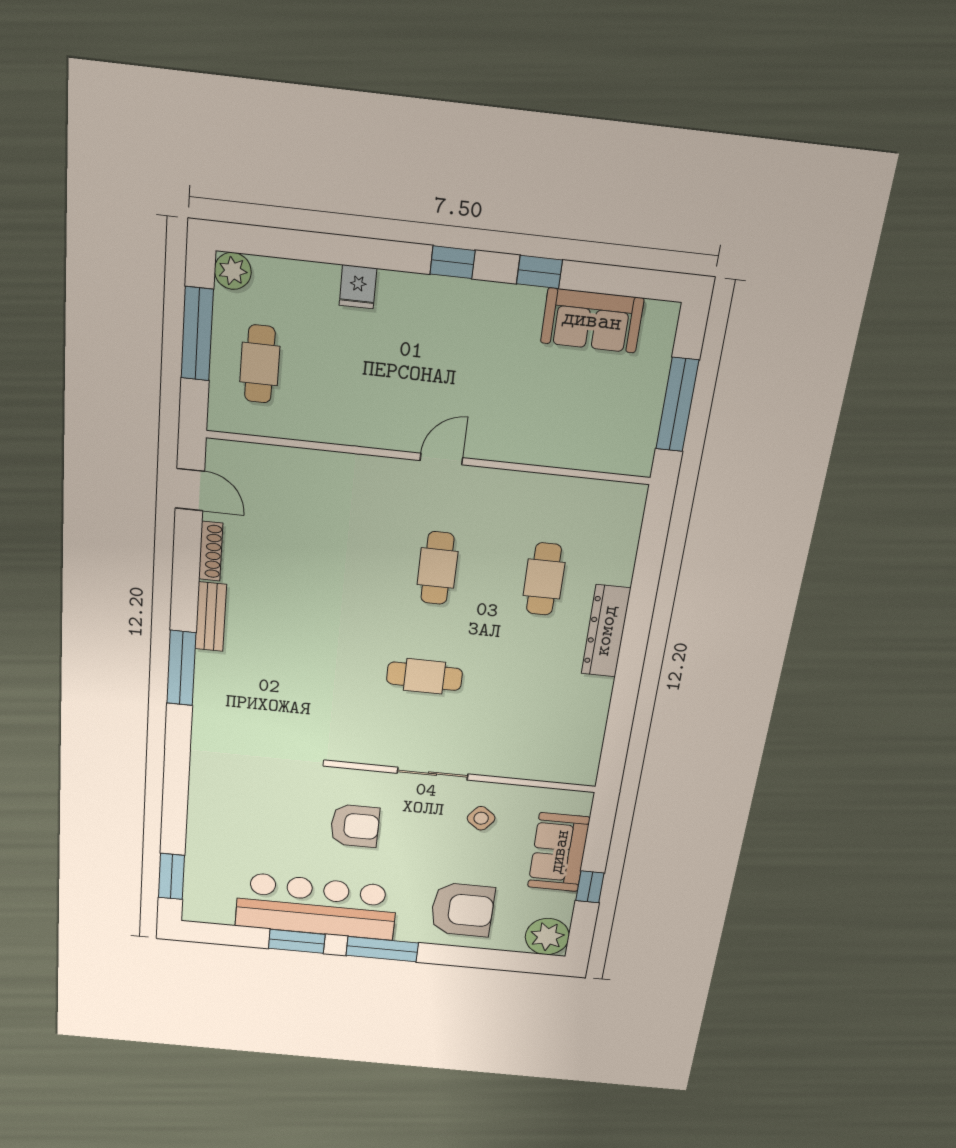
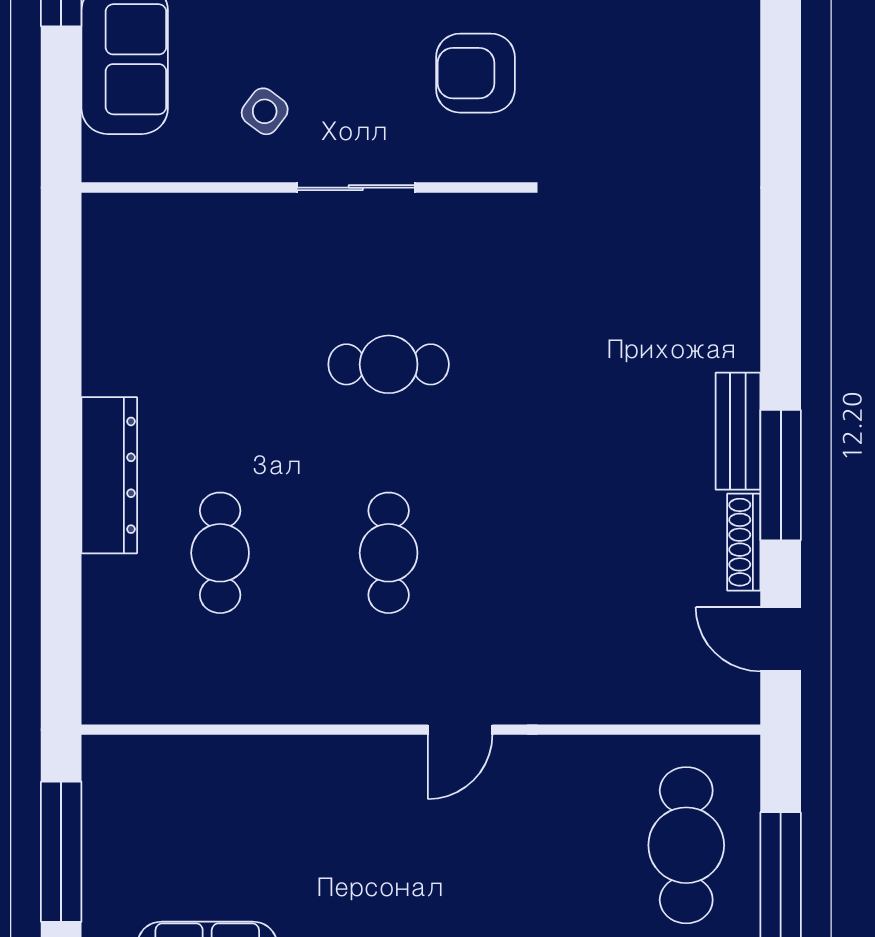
cafe table: (260, 364) -> (686, 845), width x1.37, depth x1.35
door: (441, 459) -> (460, 730), moved
window: (181, 668) -> (781, 475), moved

